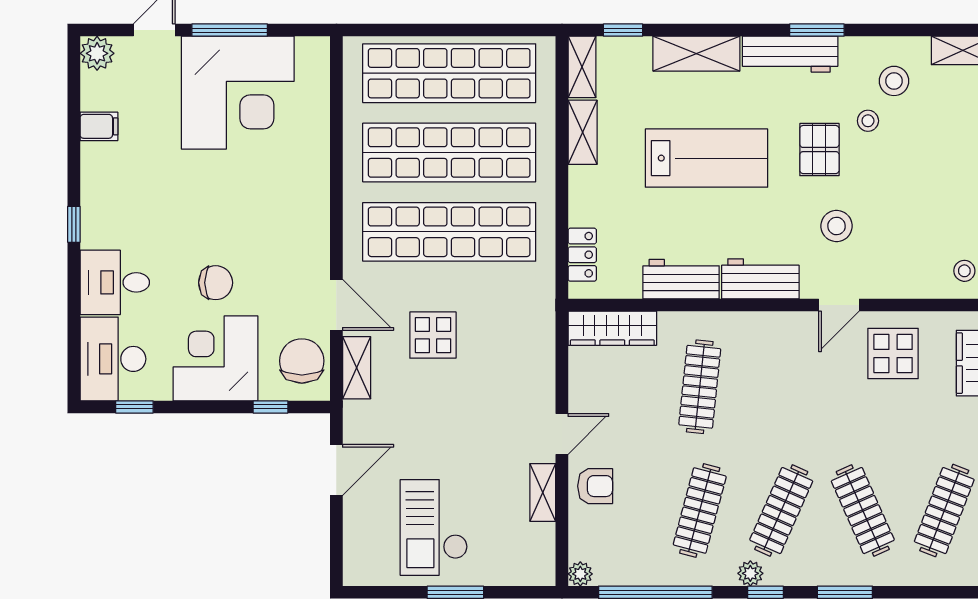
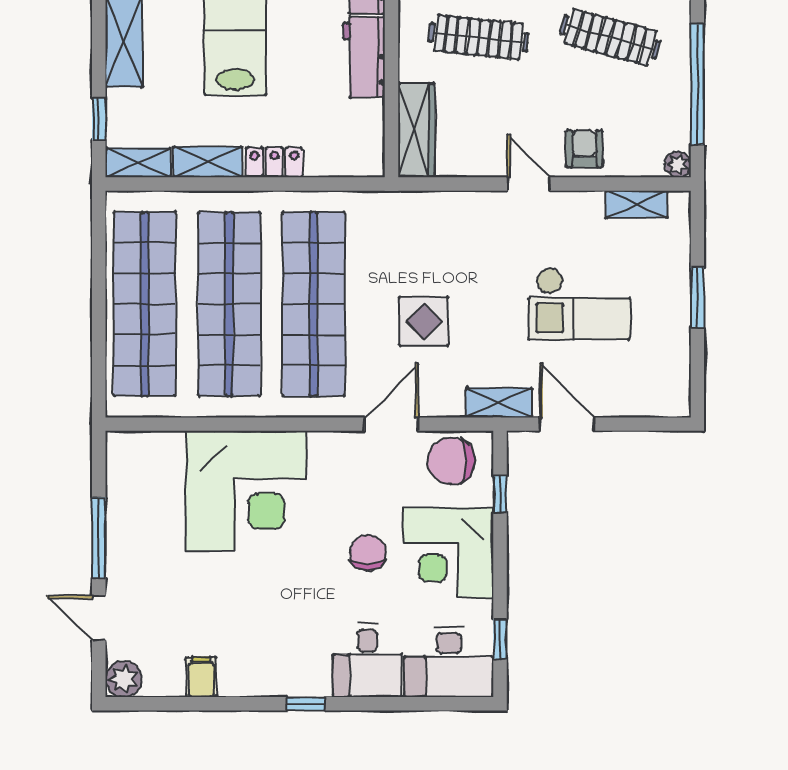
corner desk: (238, 93) -> (246, 491), moved, turned 90
locker: (582, 255) -> (274, 162), moved
shelving: (357, 368) -> (499, 403), moved
shelving: (543, 492) -> (637, 204), moved
checkout: (434, 527) -> (579, 304), moved

